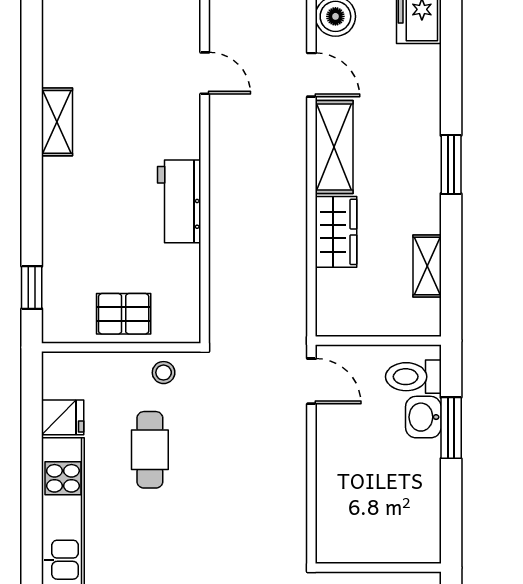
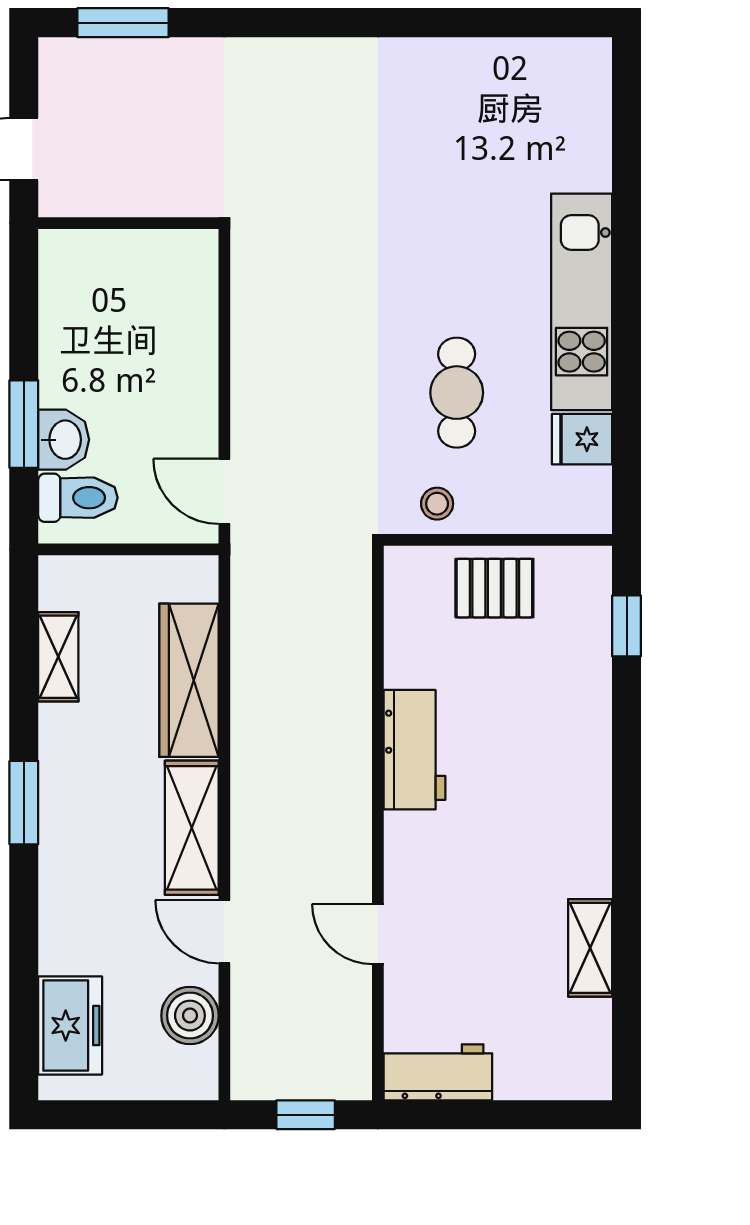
shelving: (57, 122) -> (590, 948), moved
wardrobe: (336, 232) -> (189, 680), width x1.50

